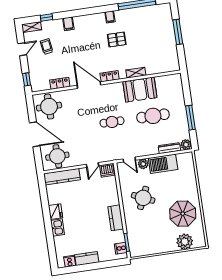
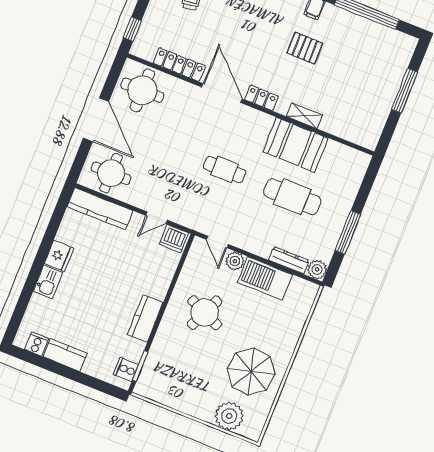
locker: (60, 83) -> (179, 65), width x1.53

